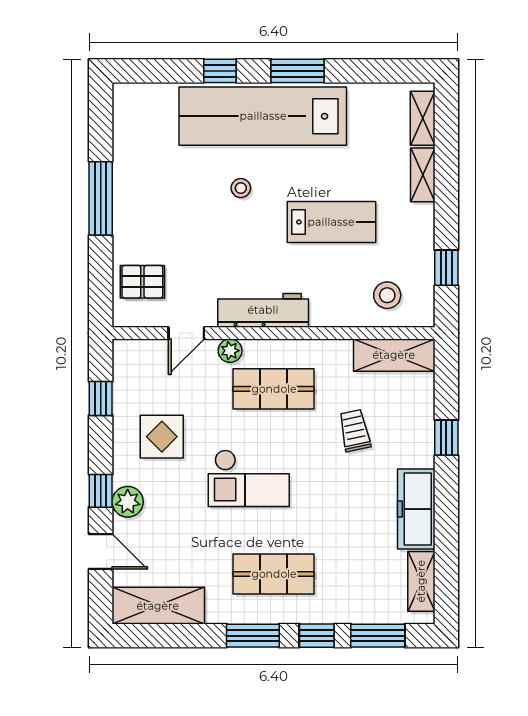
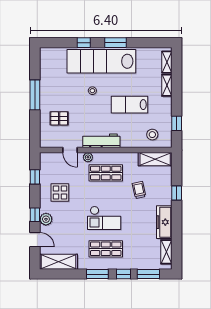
lab bench: (331, 222) -> (129, 105), turned 180
pallet: (142, 282) -> (59, 118), moved
door: (186, 333) -> (70, 150), hinge flipped
checkout: (249, 478) -> (104, 218), moved

